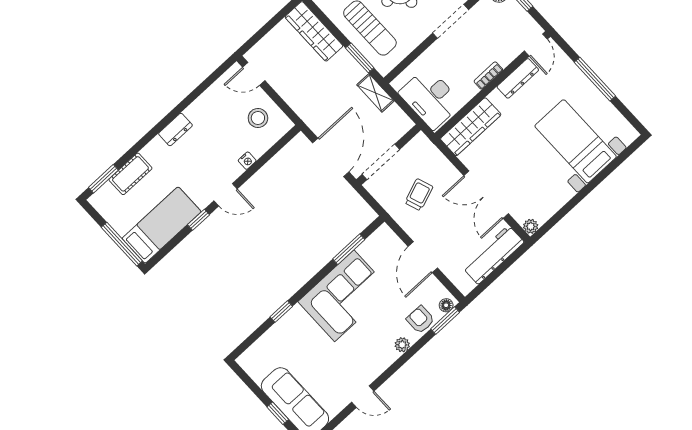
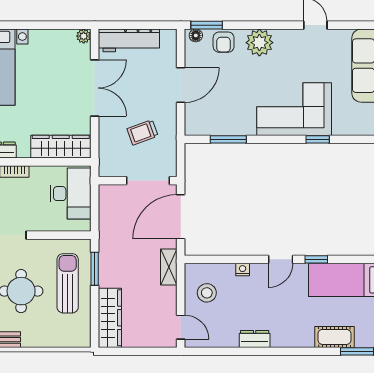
shelving: (375, 93) -> (169, 267), moved
dresser: (175, 129) -> (255, 339), moved
door: (225, 195) -> (281, 259), swing flipped
corner sofa: (344, 296) -> (294, 109), moved
plant: (402, 345) -> (259, 43), width x1.87, depth x1.87

